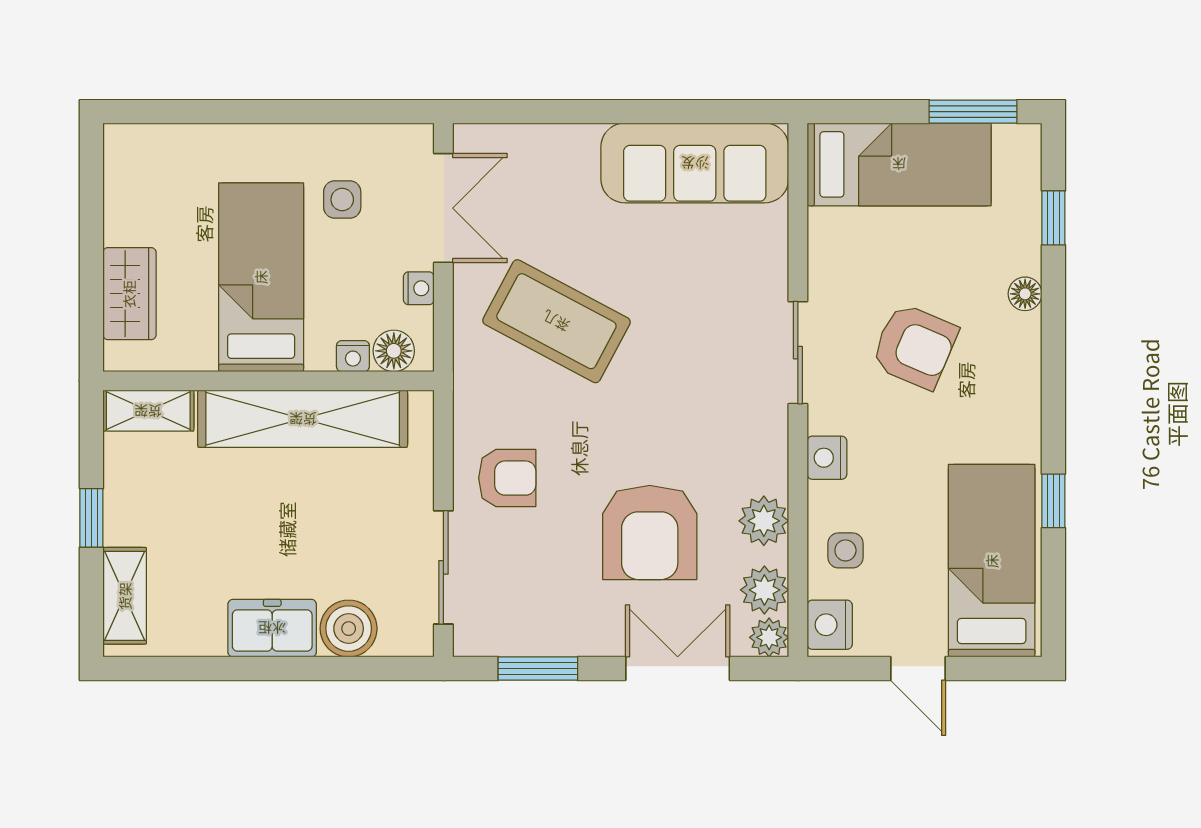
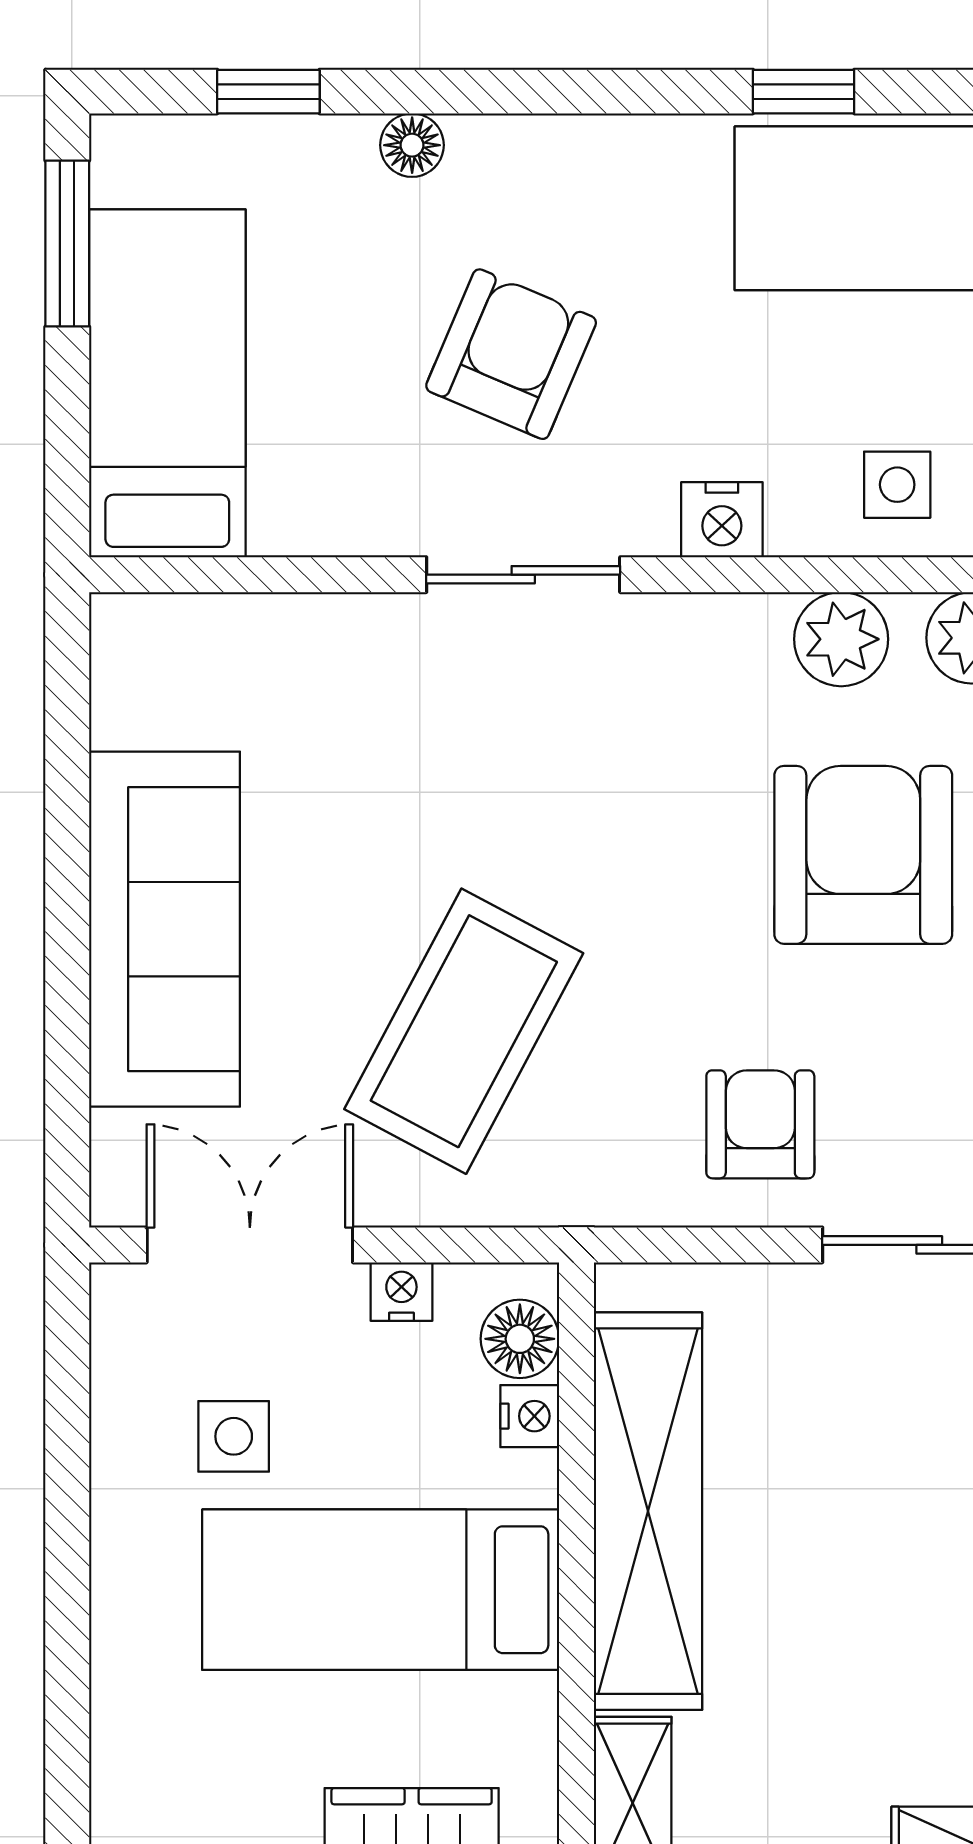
sofa: (695, 163) -> (164, 929), moved
armchair: (650, 532) -> (863, 855), turned -90

